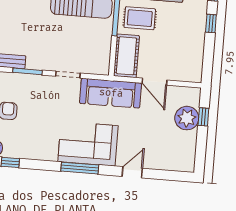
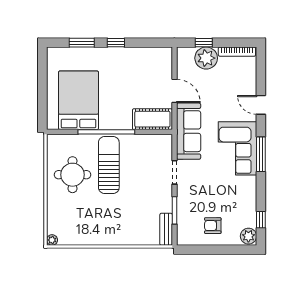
rug: (140, 18) -> (116, 110), removed
door: (155, 82) -> (174, 91), hinge flipped
bookcase: (191, 151) -> (237, 52), added

